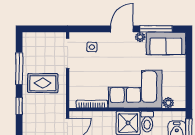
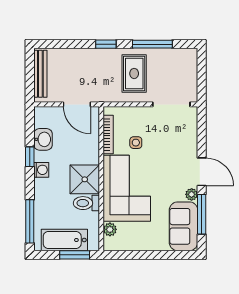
side table: (92, 47) -> (136, 143), moved

